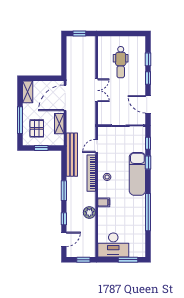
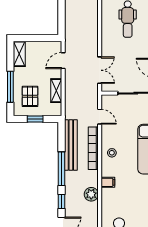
double door: (97, 90) -> (100, 70), moved
door: (65, 98) -> (63, 61), width x0.53
door: (97, 146) -> (100, 117), swing flipped
bench: (72, 155) -> (71, 145), moved
window: (64, 191) -> (62, 169), width x1.44

